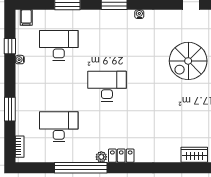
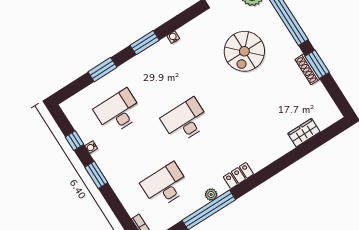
filing cabinet: (26, 18) -> (73, 105), removed
window: (10, 109) -> (96, 175), moved
plant: (101, 157) -> (211, 195), moved

